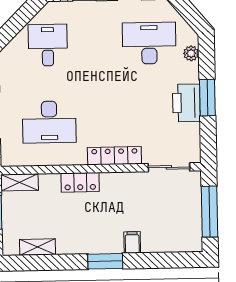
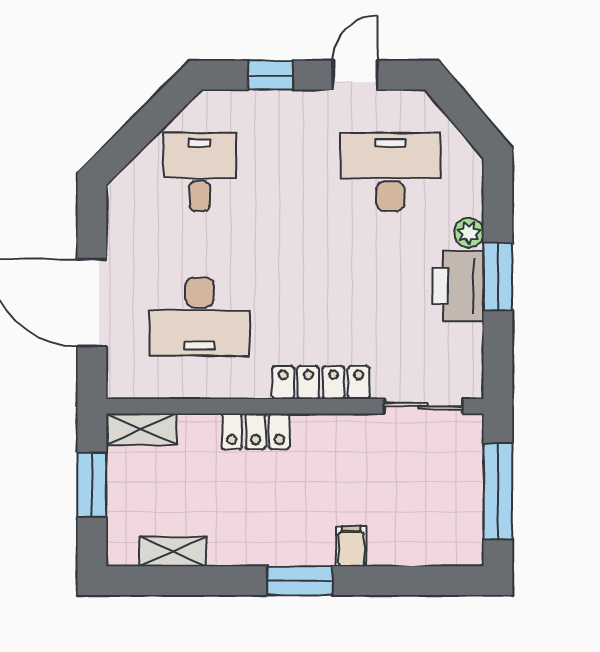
plant: (191, 53) -> (469, 233), moved

